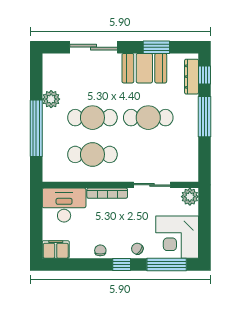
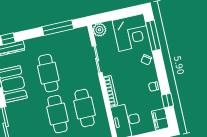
window: (205, 117) -> (58, 28), moved
window: (122, 265) -> (168, 101), moved

